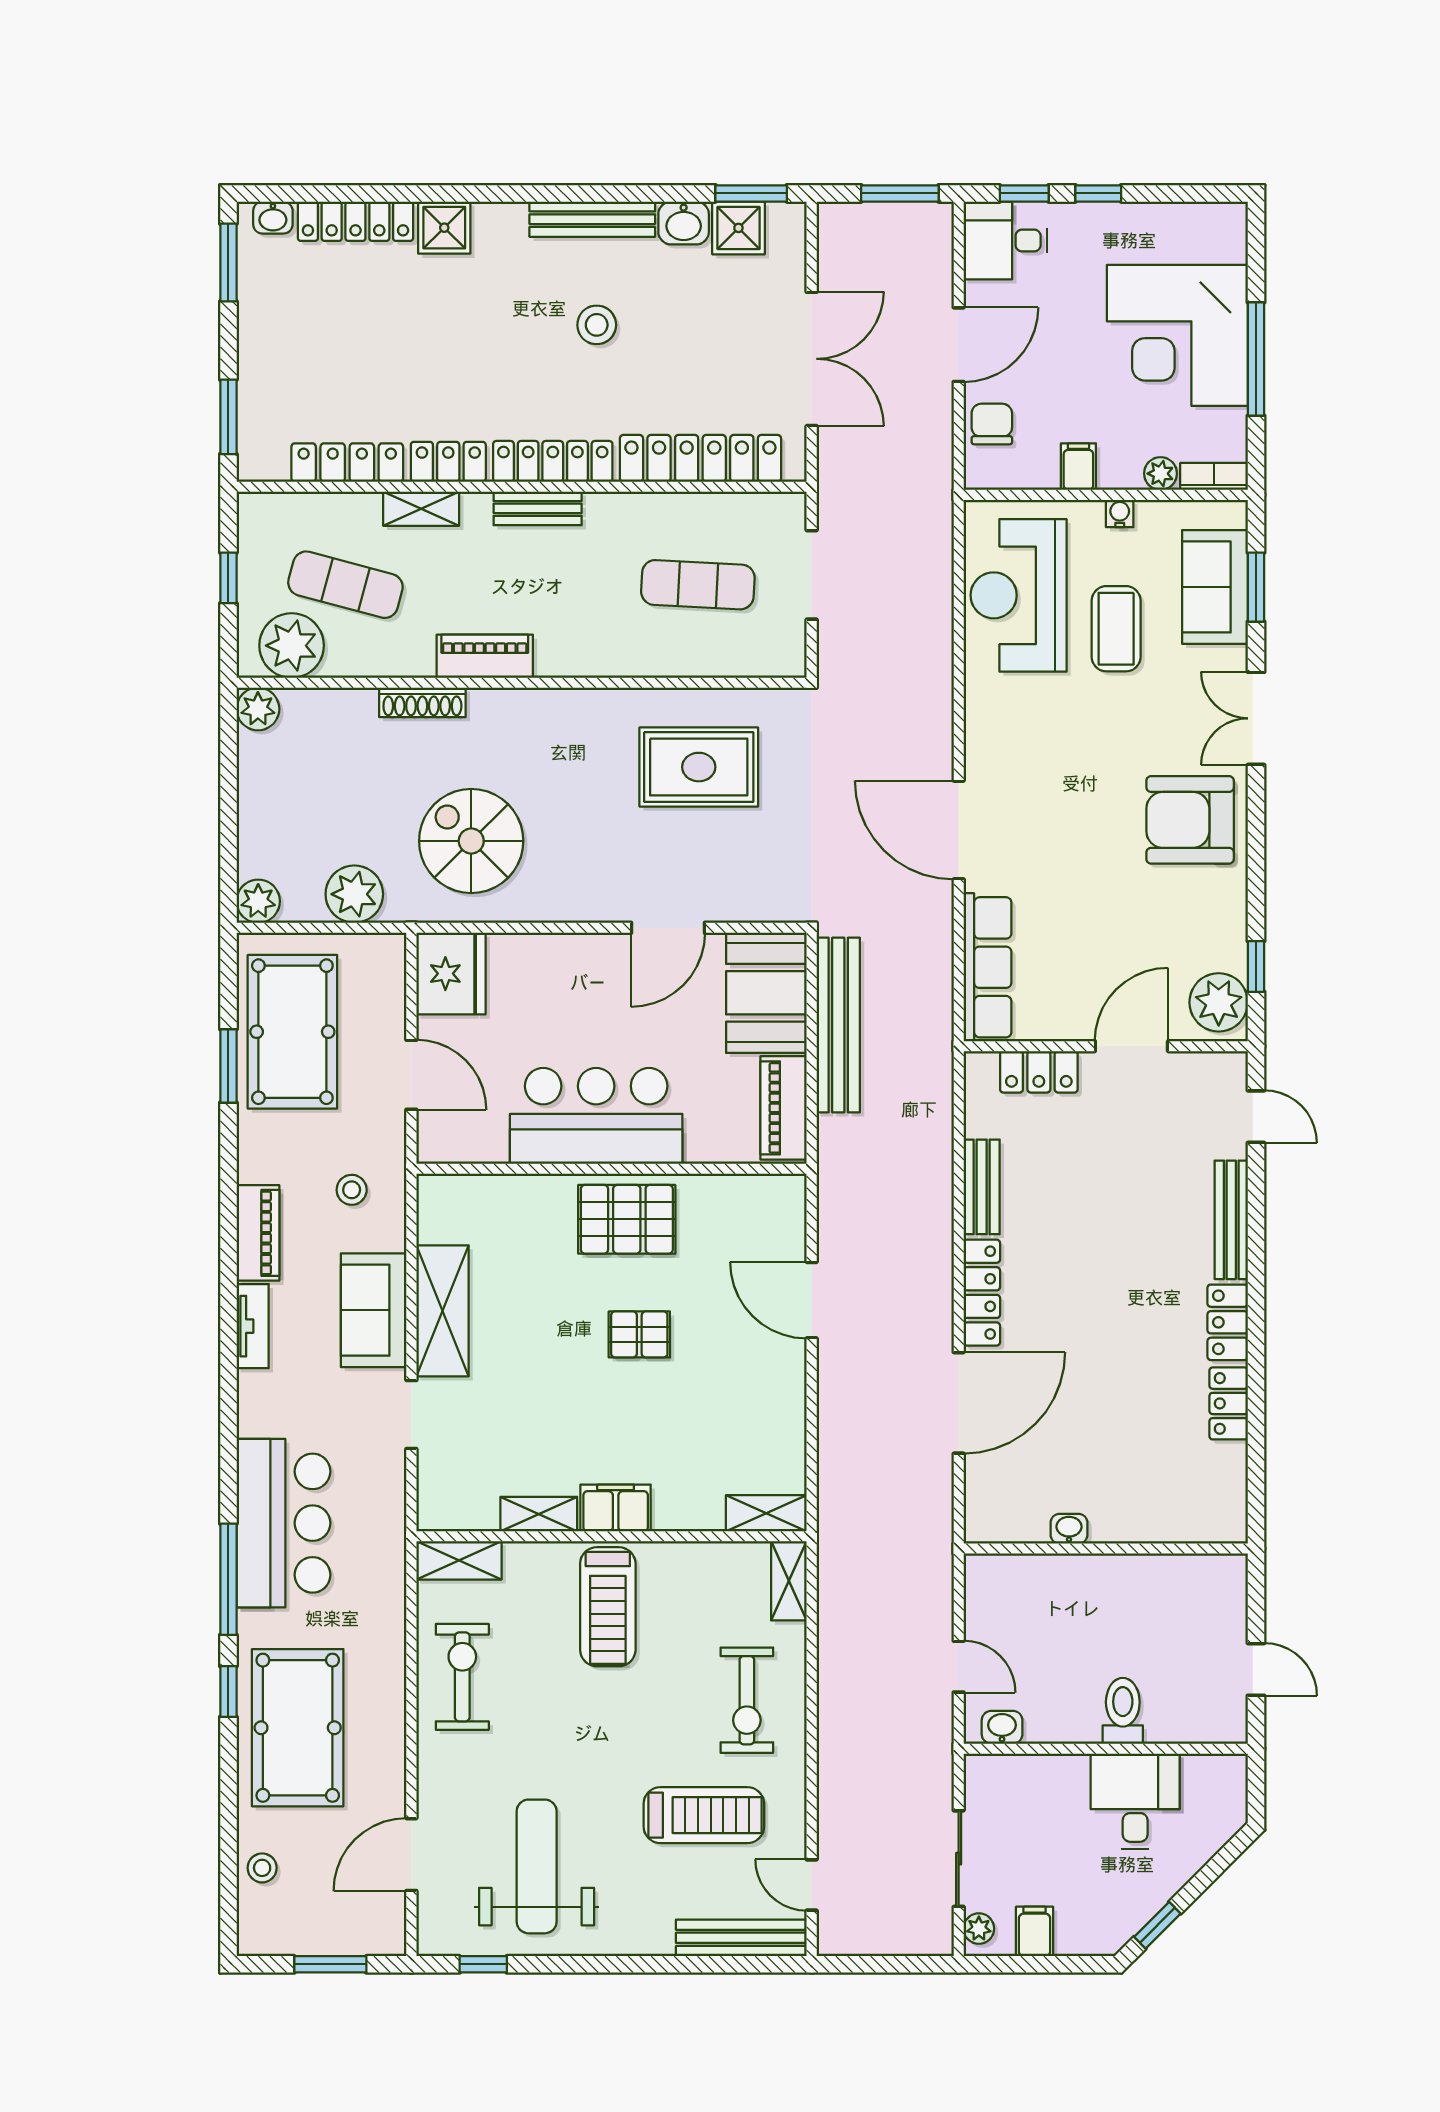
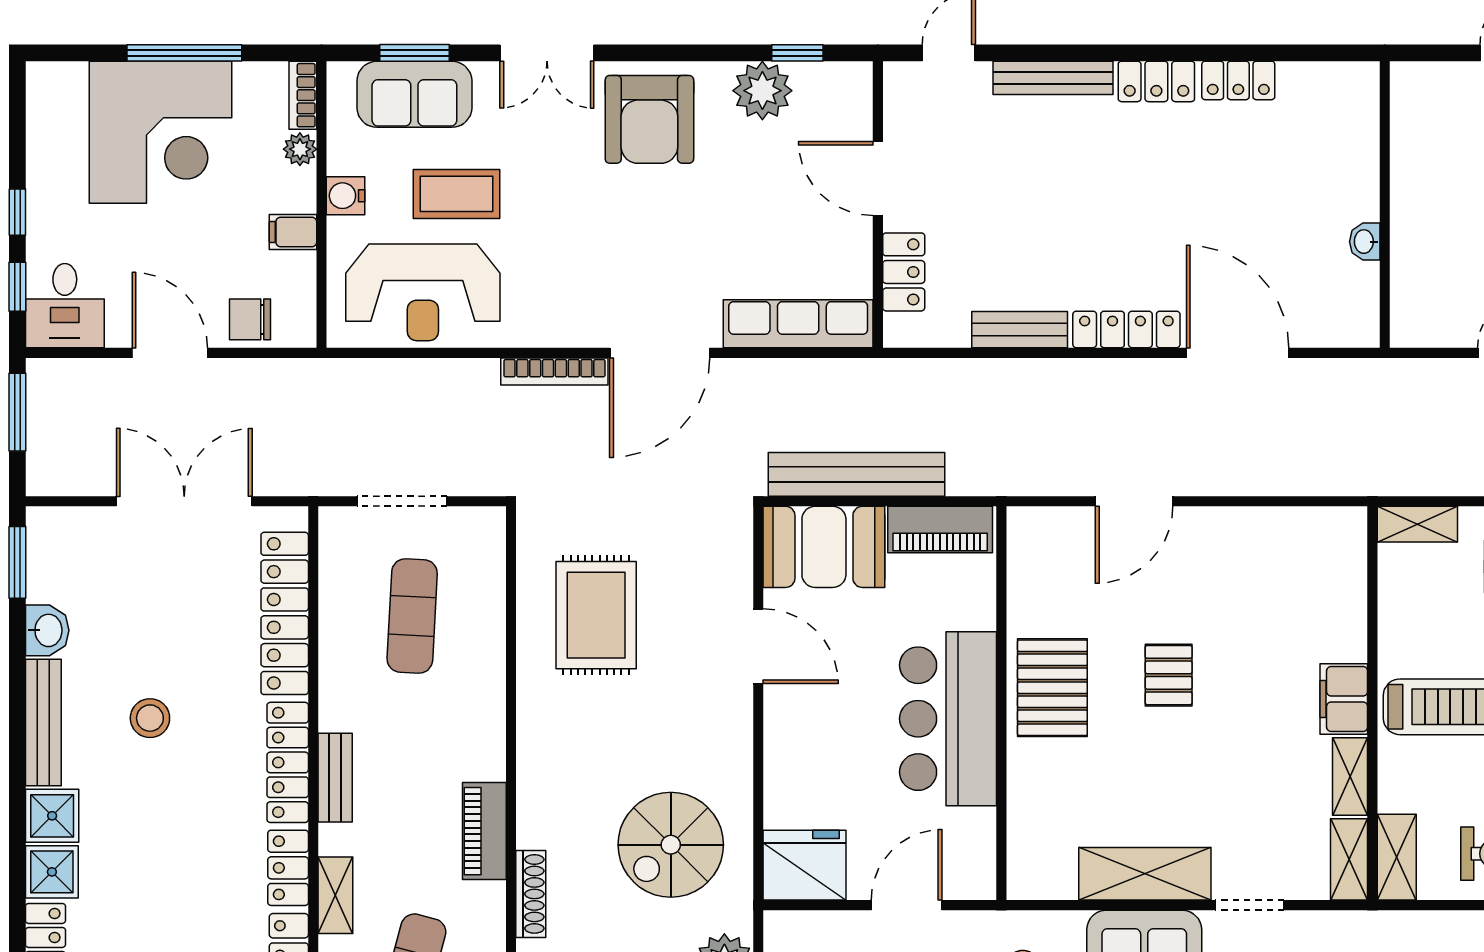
shower: (738, 228) -> (52, 816), moved
water cooler: (1120, 513) -> (346, 196), width x1.38, depth x1.38
bookcase: (940, 726) -> (554, 371), added
plant: (1219, 1002) -> (762, 91), moved
shelving: (766, 1513) -> (1349, 859), moved

